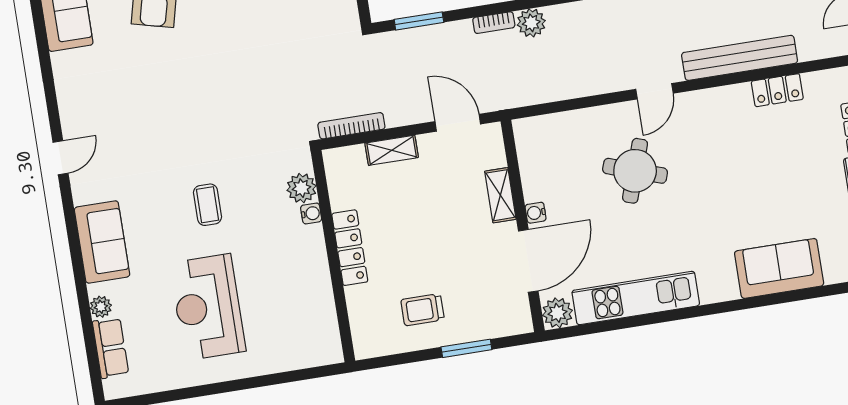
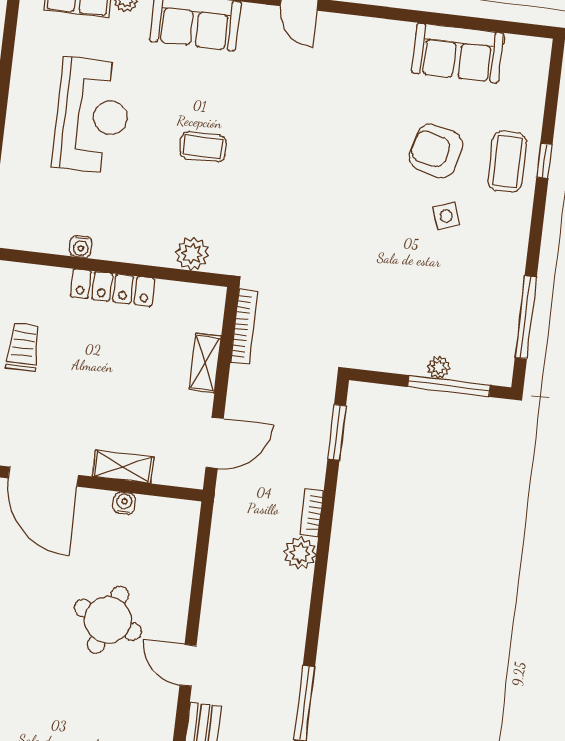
water cooler: (311, 213) -> (81, 247), moved
water cooler: (536, 213) -> (124, 503), moved
reception desk: (208, 307) -> (92, 116), turned 90

